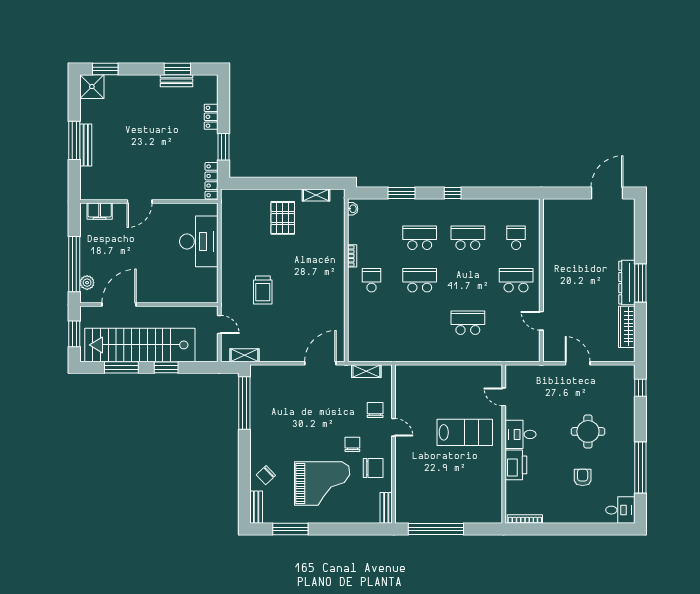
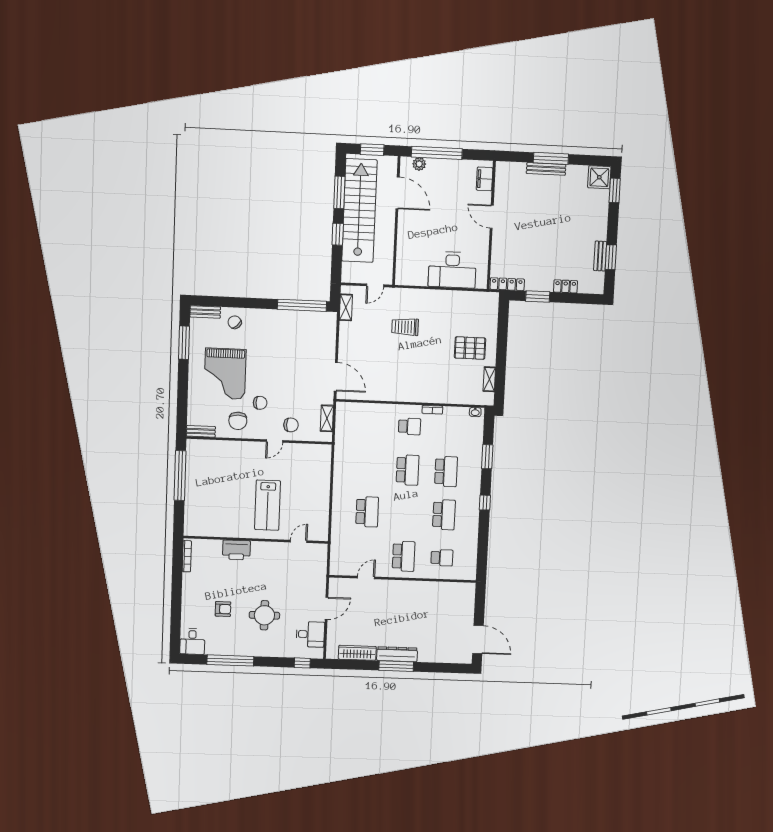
desk: (521, 434) -> (310, 634), moved, turned 90

